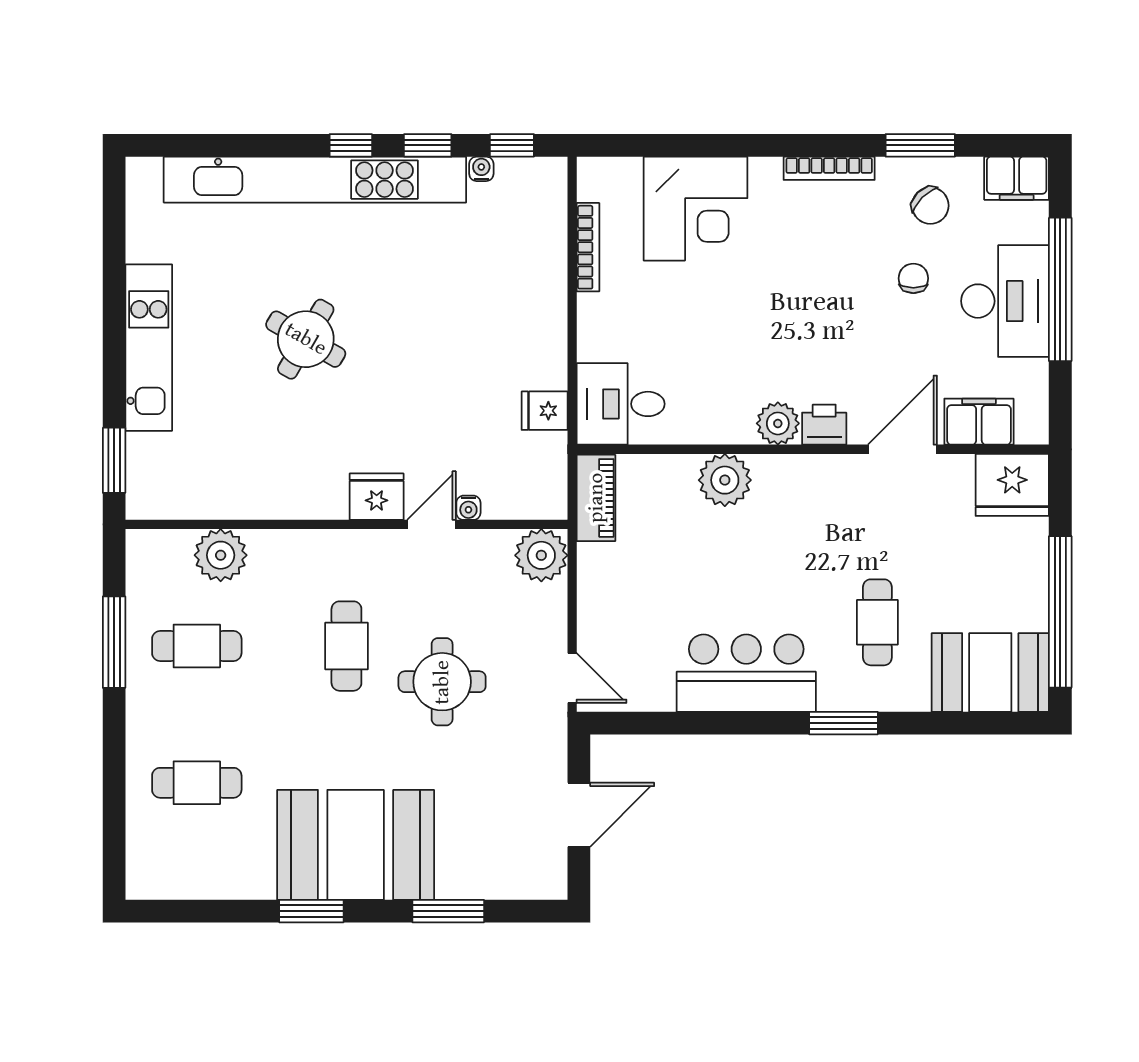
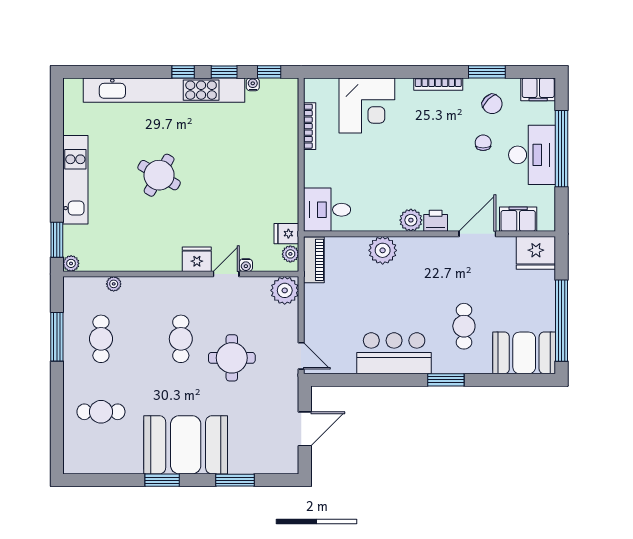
fridge: (545, 411) -> (286, 234), moved
plant: (552, 487) -> (290, 254), added
plant: (141, 505) -> (71, 263), added
plant: (221, 555) -> (114, 284), width x0.53, depth x0.53
cafe table: (197, 646) -> (101, 339), turned 90

